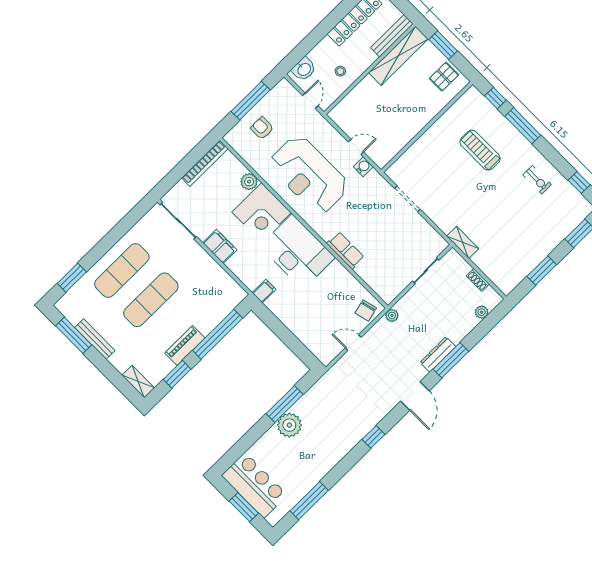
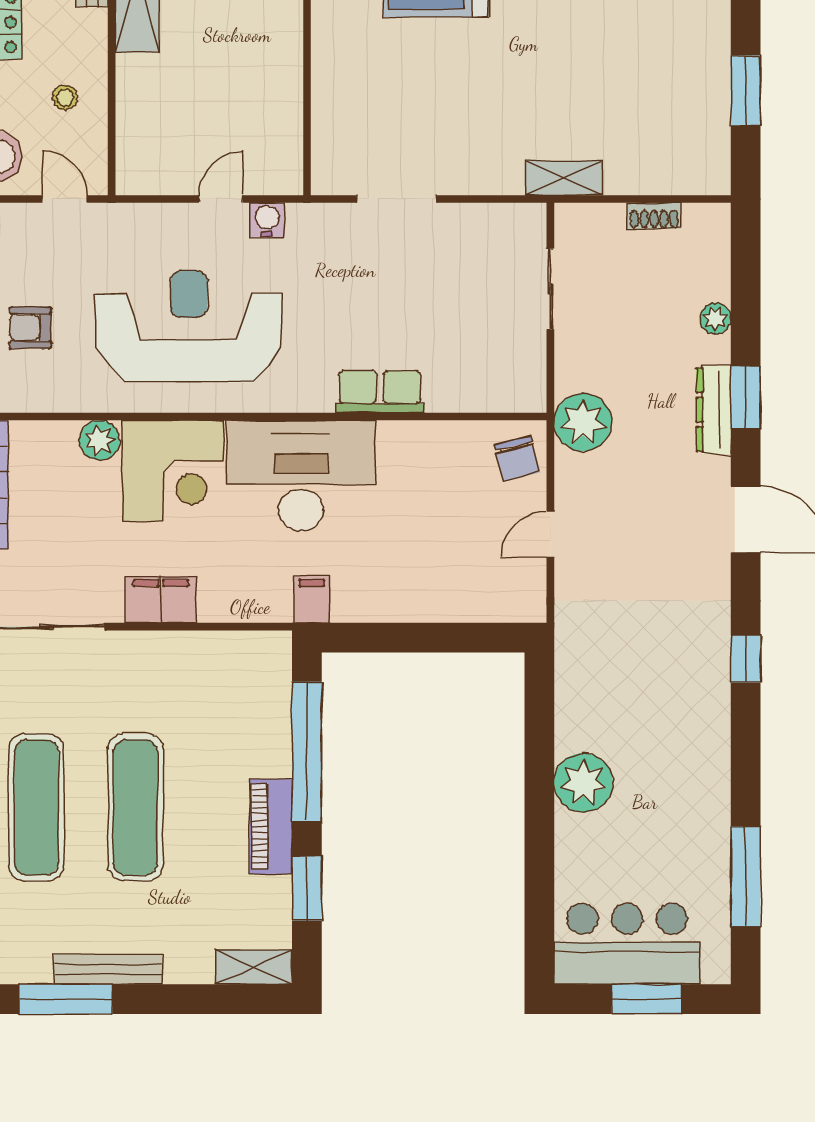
reception desk: (309, 175) -> (189, 327), turned 180
plant: (482, 312) -> (715, 319), moved
plant: (392, 315) -> (583, 422), width x1.88, depth x1.88
window: (451, 360) -> (746, 397), width x0.69
window: (285, 404) -> (539, 755), removed

